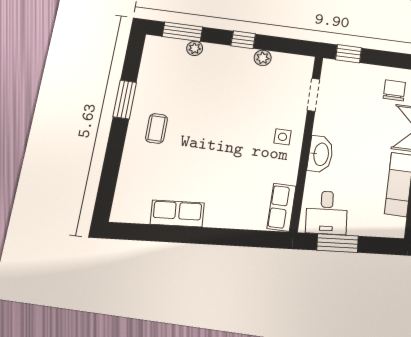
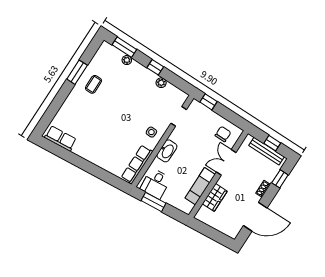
coffee table: (157, 128) -> (94, 84), moved
row of seats: (281, 207) -> (137, 164), width x1.48
row of seats: (177, 214) -> (60, 138), moved

